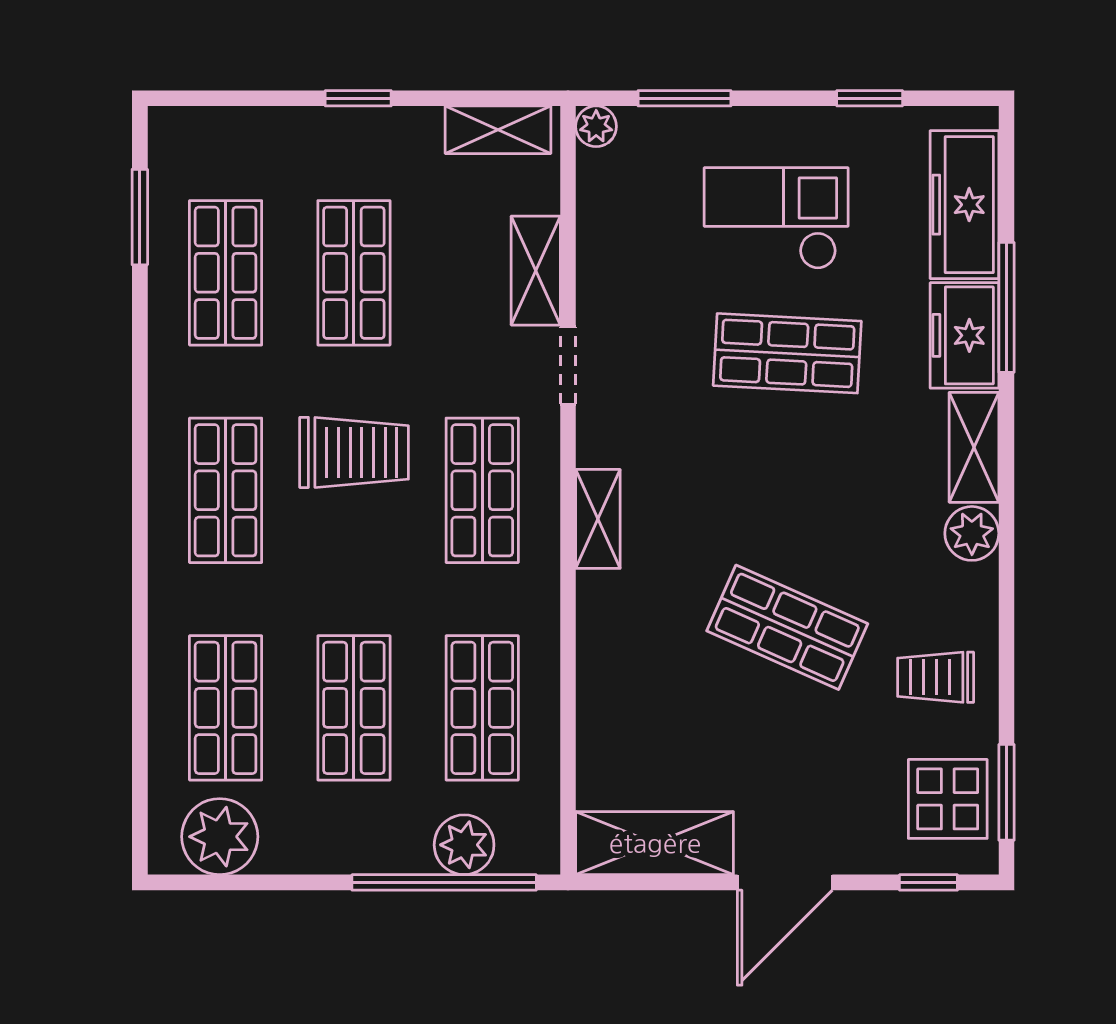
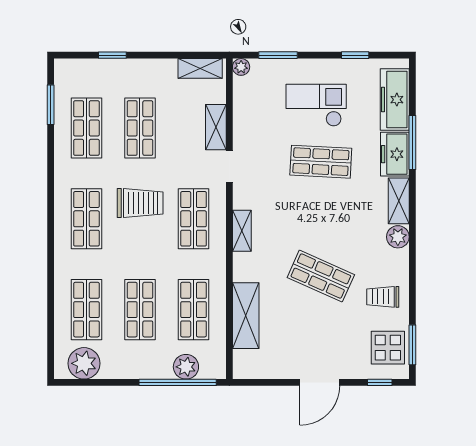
window: (358, 98) -> (112, 55), moved
shelving: (655, 843) -> (246, 316), moved, turned 90

